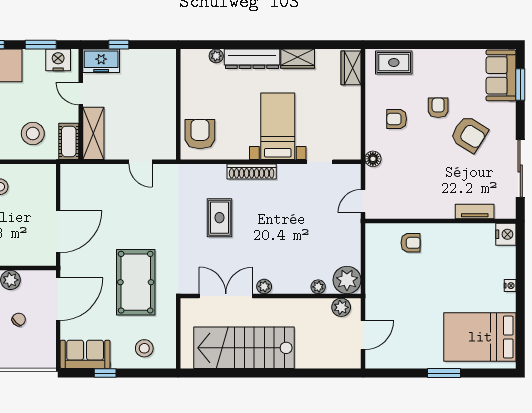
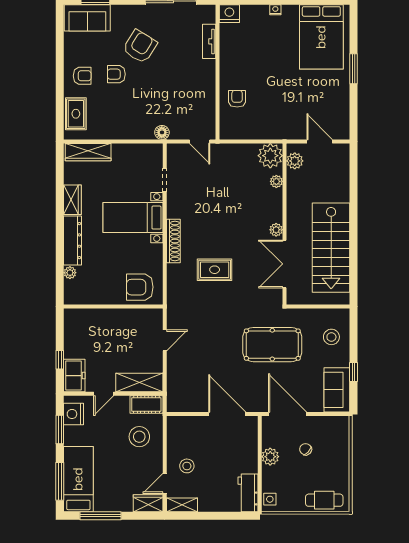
wardrobe: (351, 68) -> (88, 152), width x1.50
armchair: (397, 119) -> (82, 76), moved, turned -90

